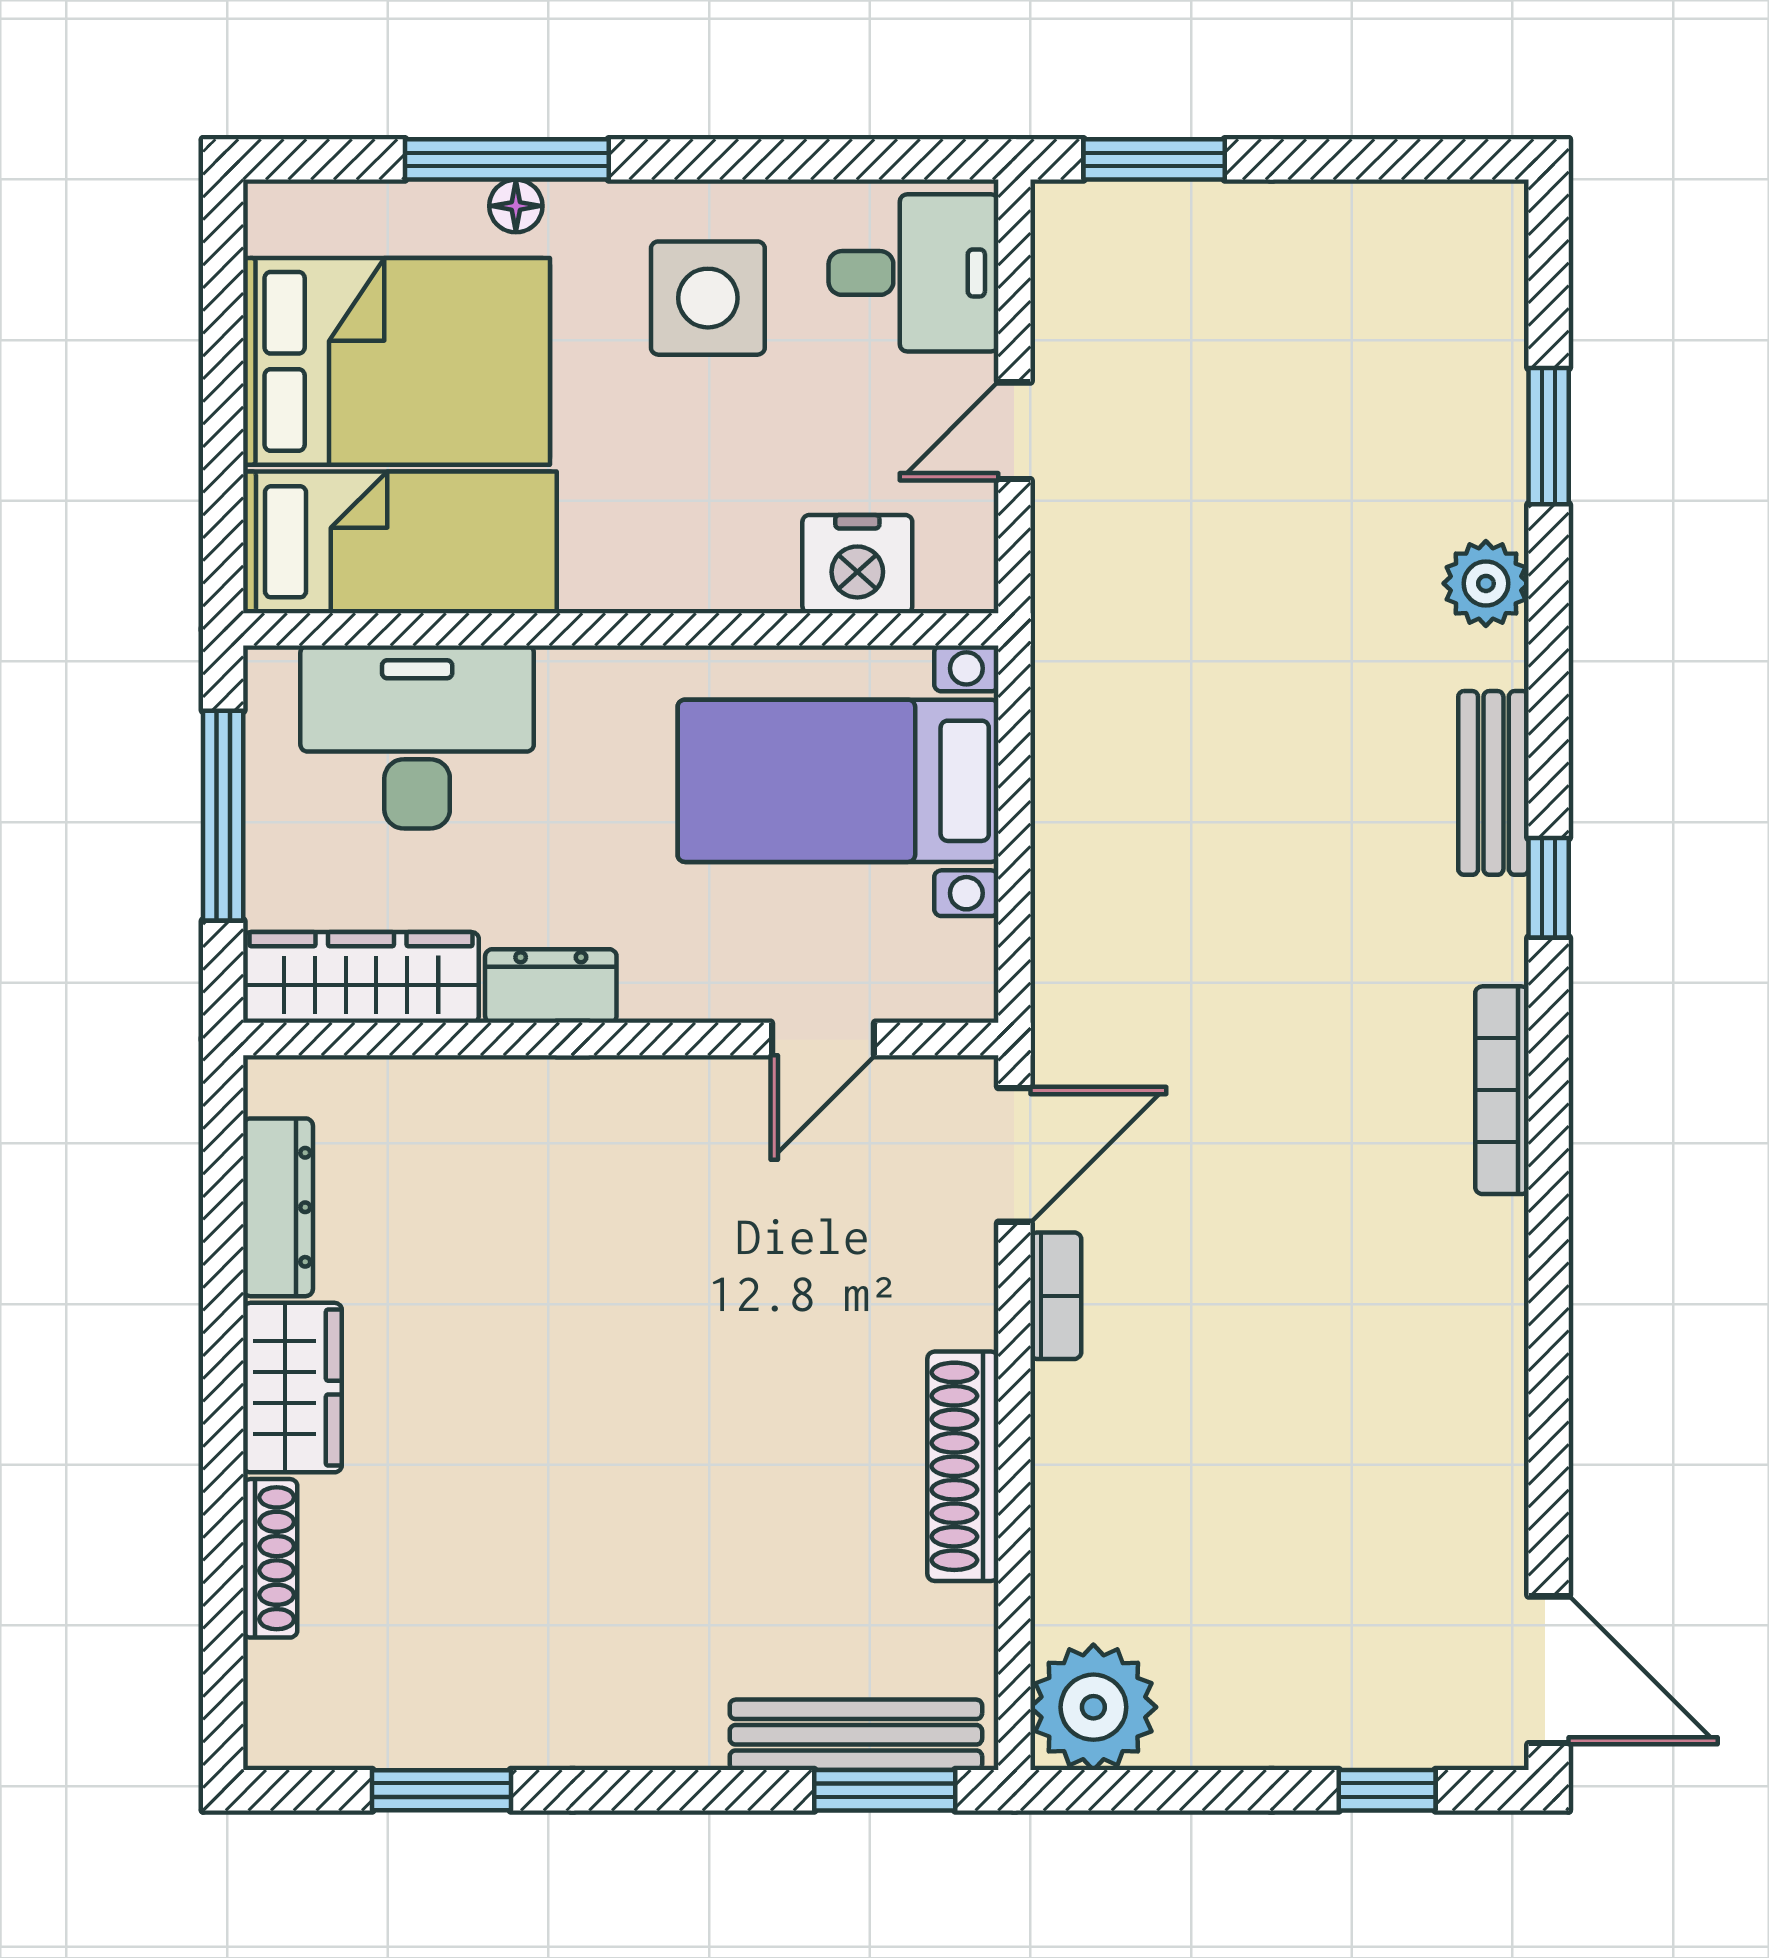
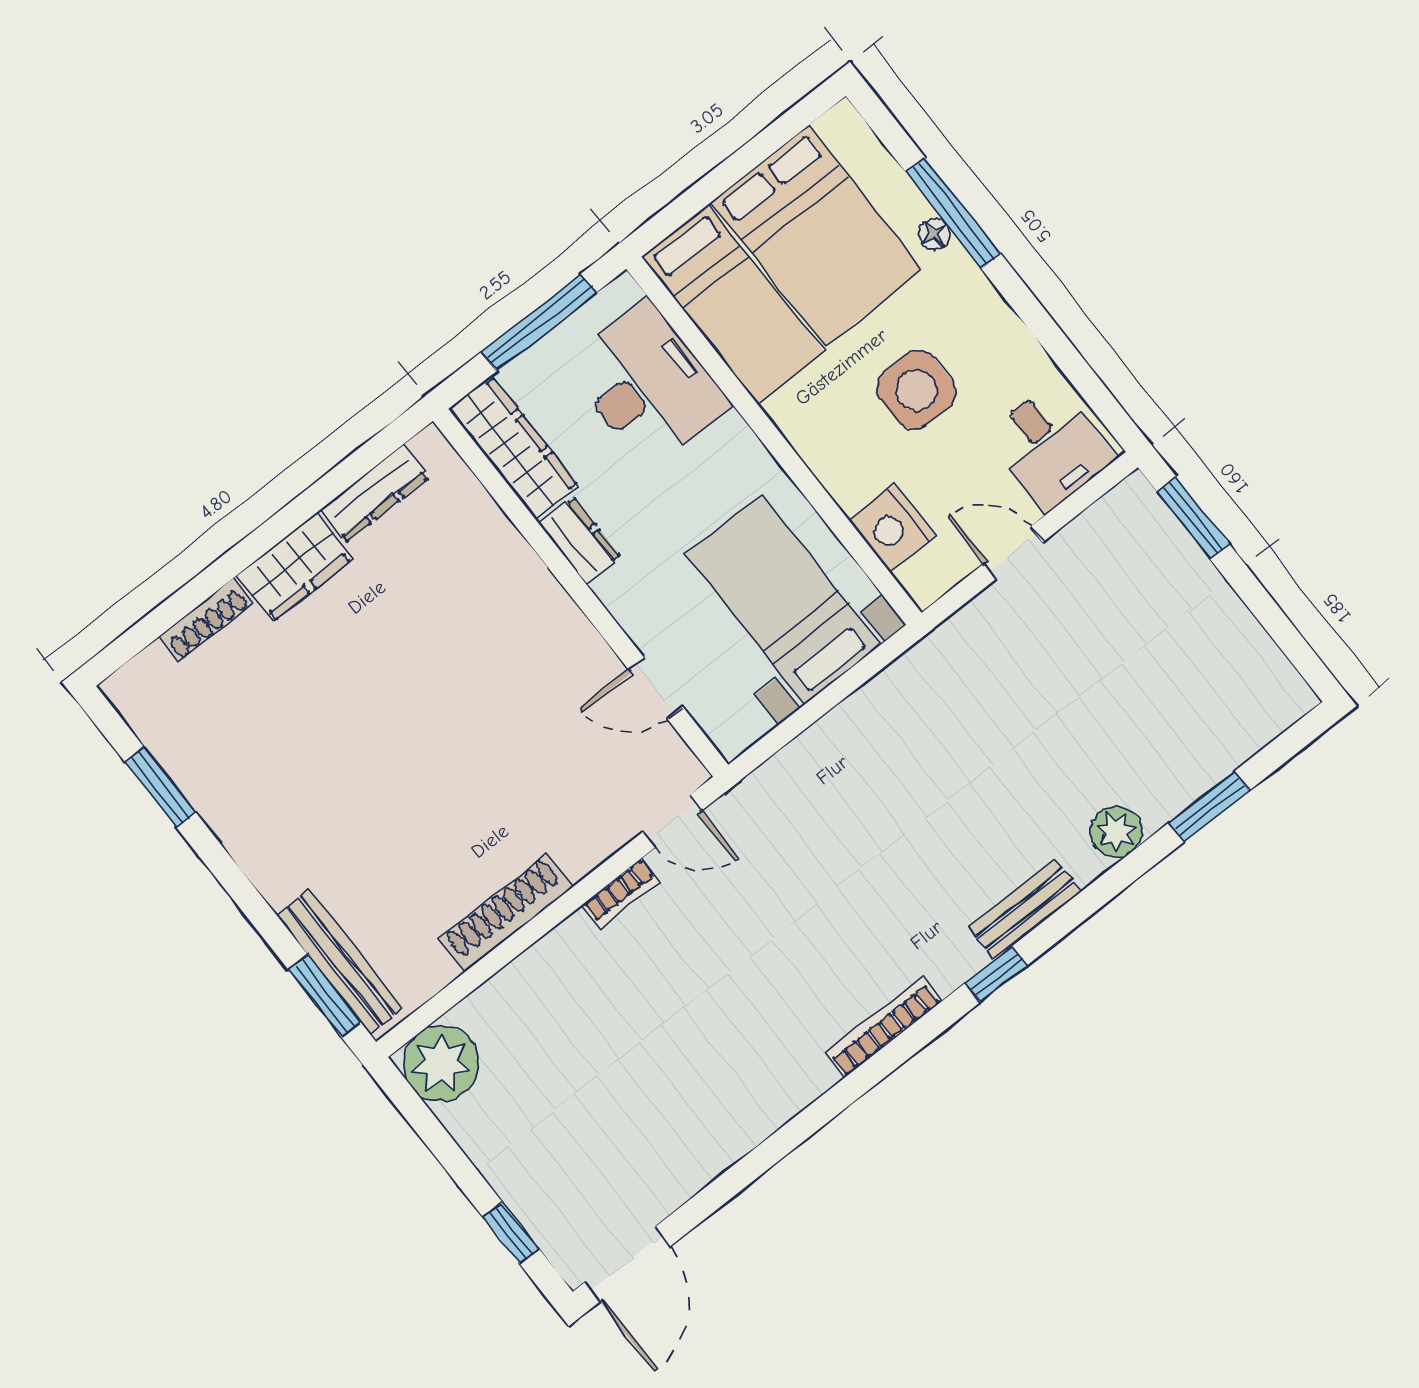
side table: (708, 298) -> (916, 390), moved
door: (1014, 1155) -> (672, 821), width x0.73

